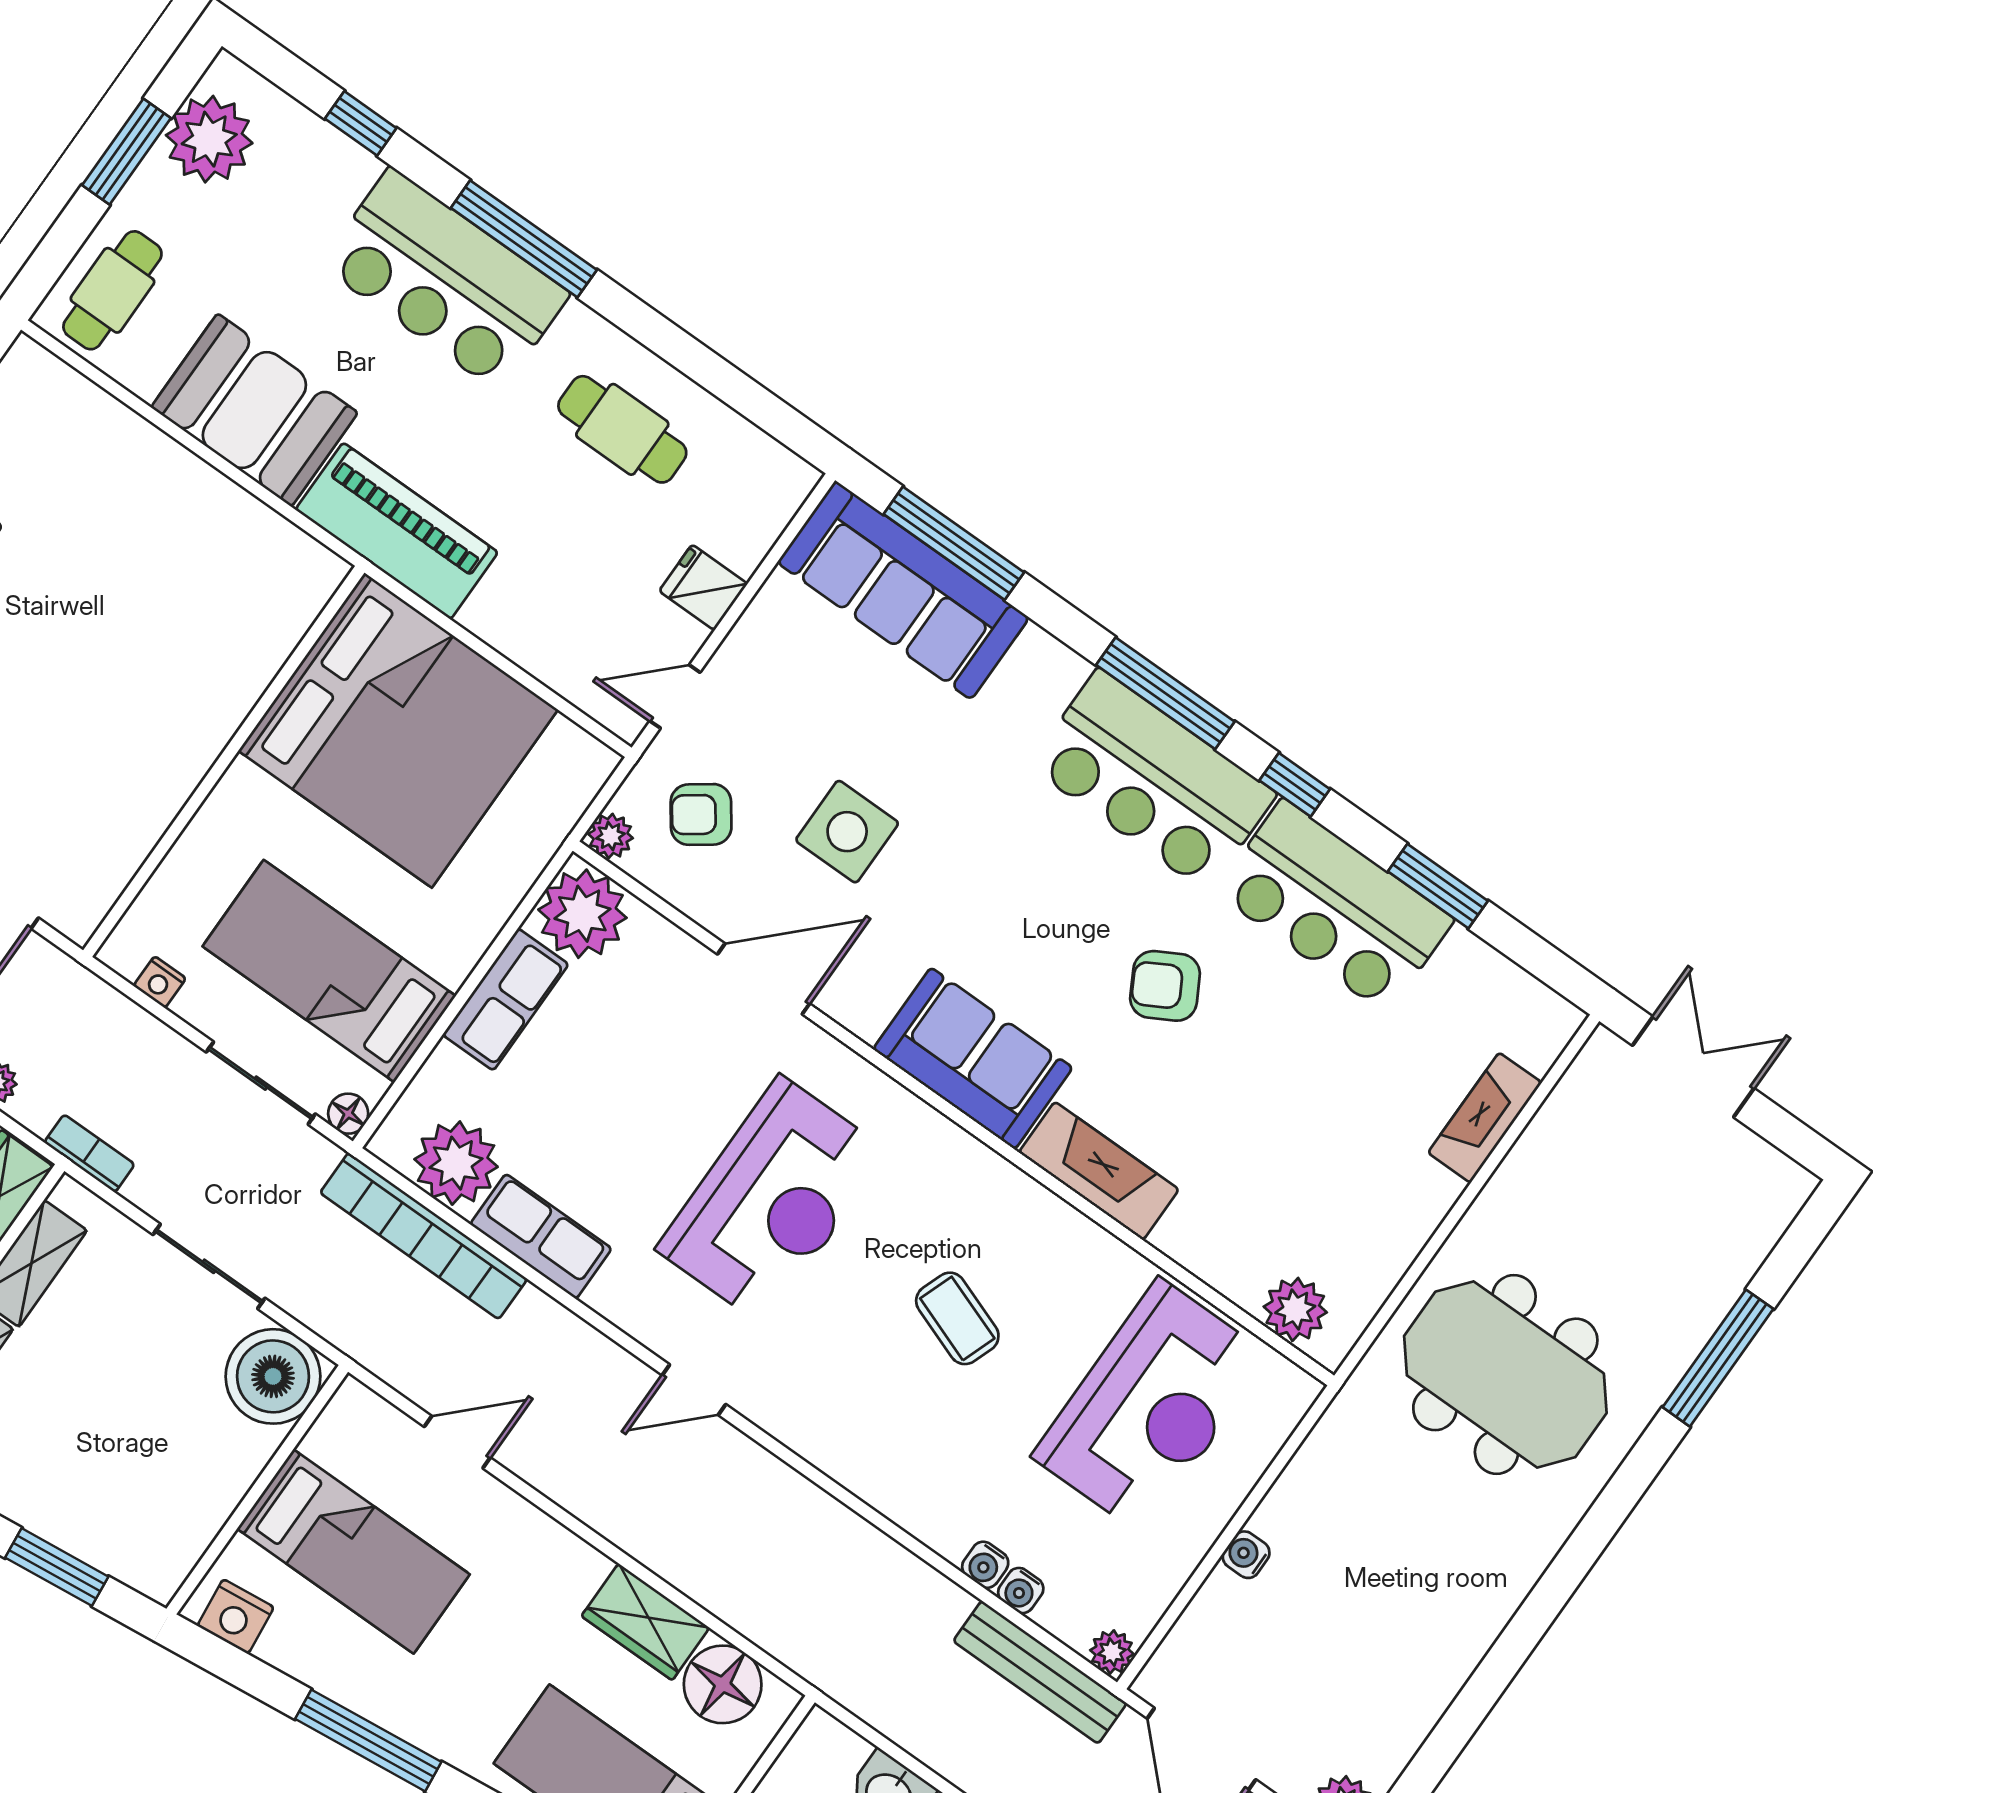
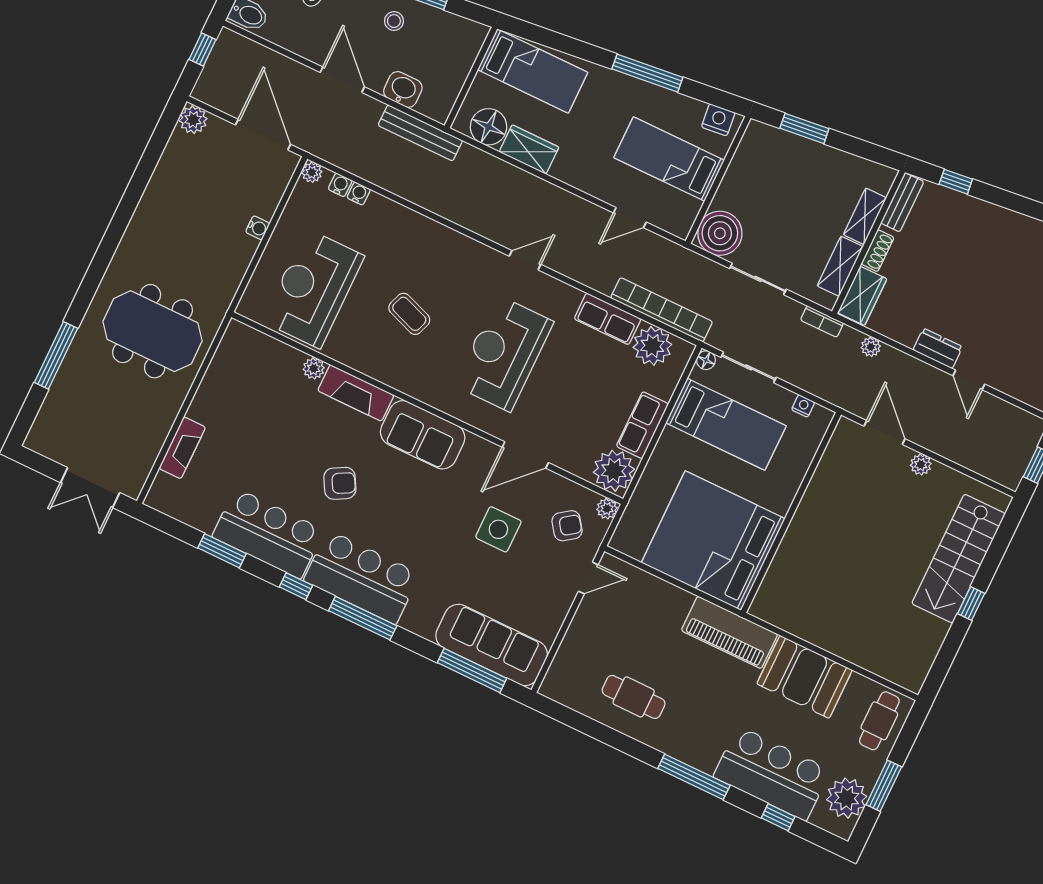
bar counter: (445, 280) -> (772, 773), moved
fridge: (703, 587) -> (584, 631), removed
plant: (1295, 1309) -> (314, 368), moved, width x0.73, depth x0.73
water cooler: (985, 1565) -> (340, 185), moved
bench: (1040, 1672) -> (420, 133), moved

